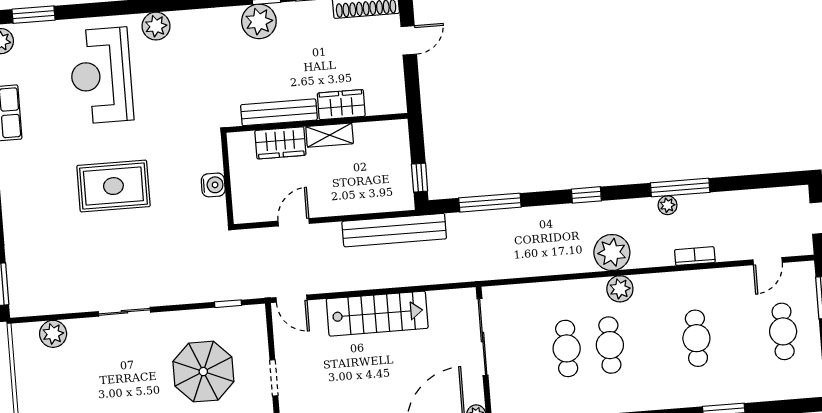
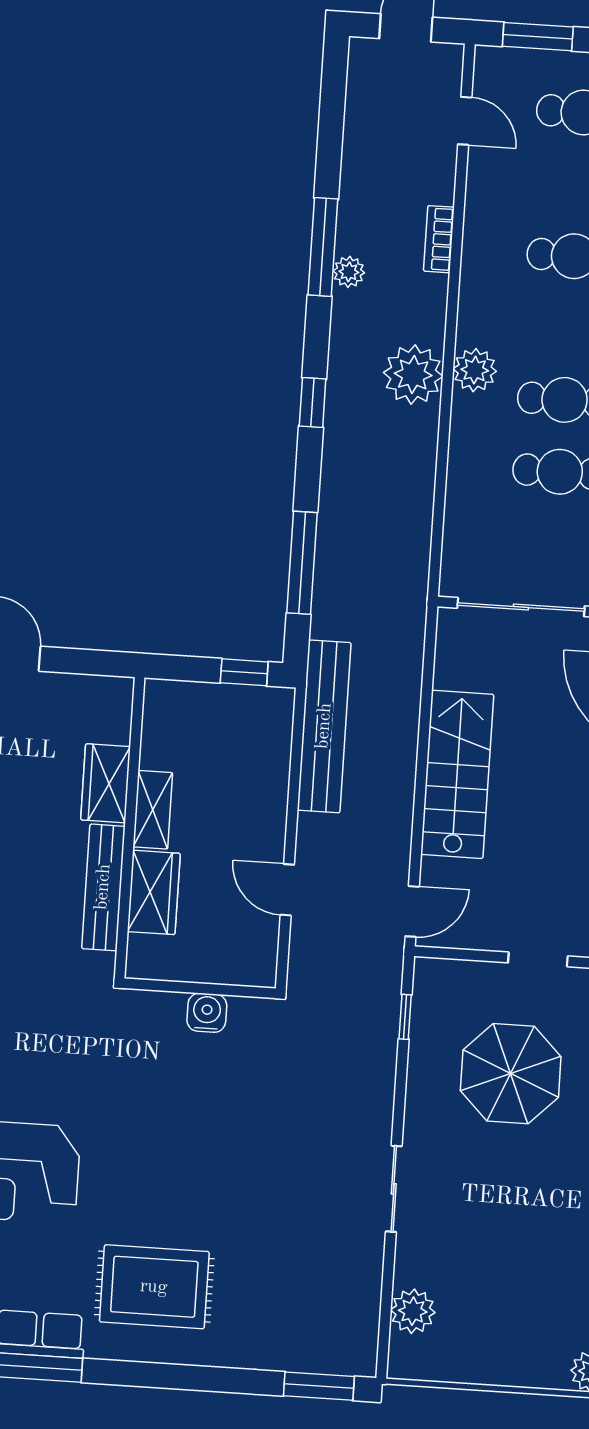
rug: (113, 186) -> (154, 1287), moved, turned 90

